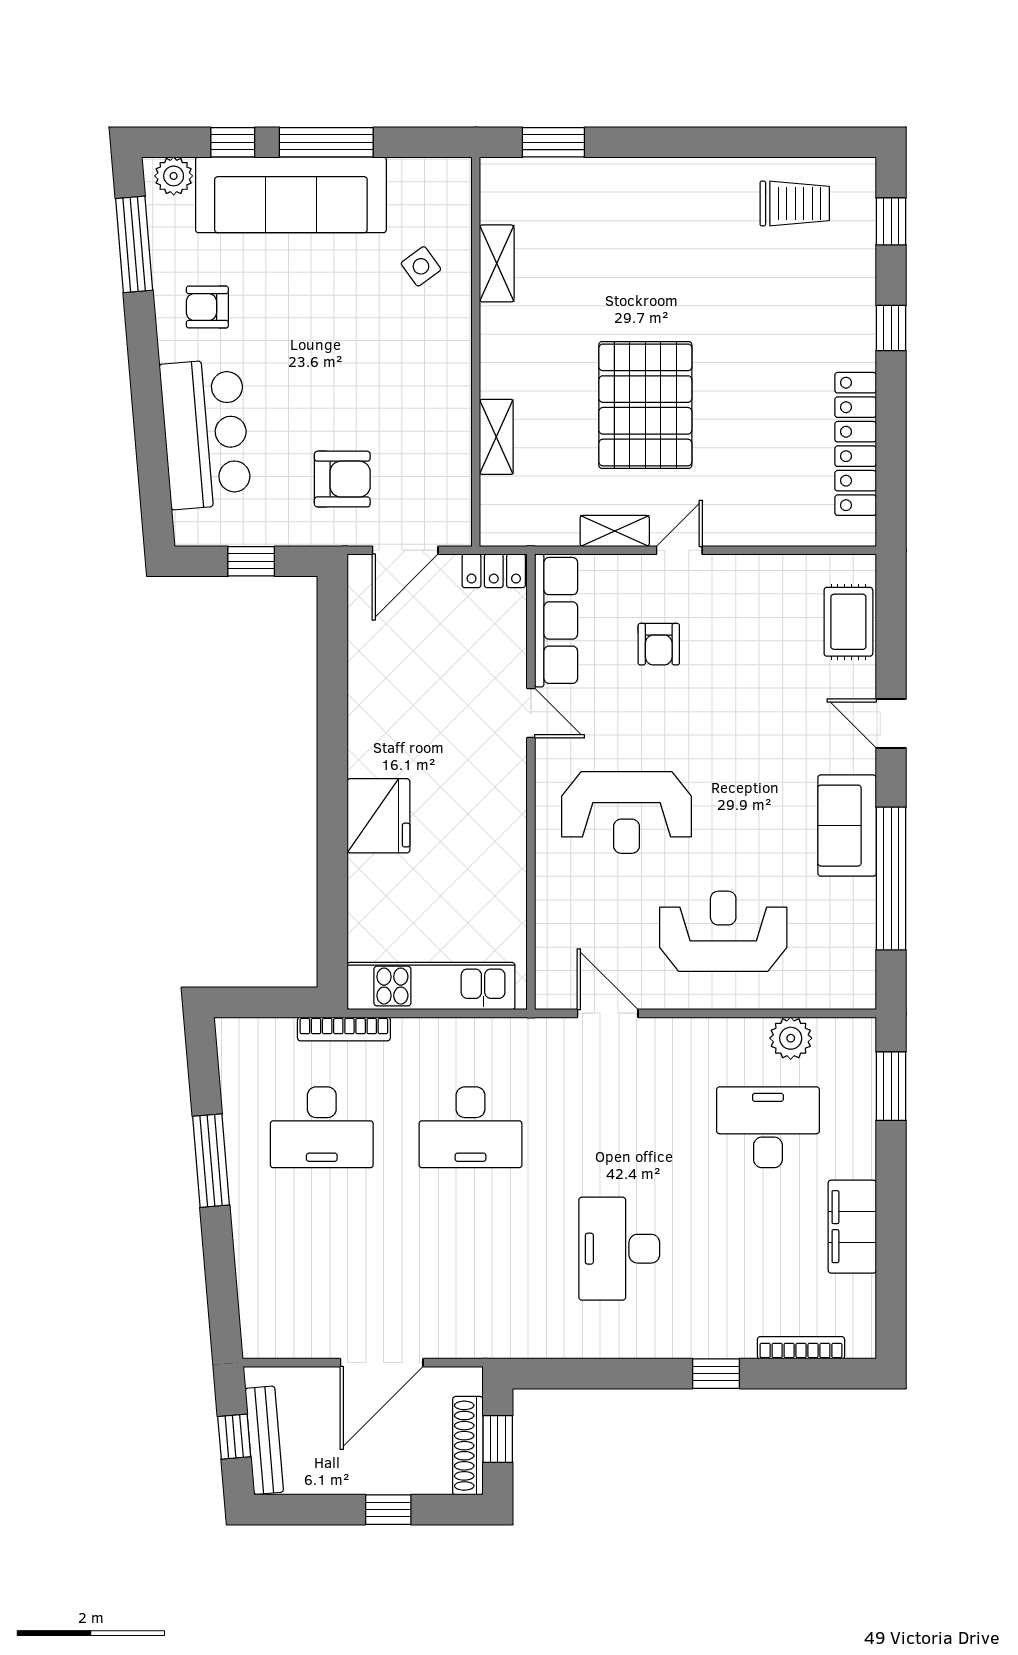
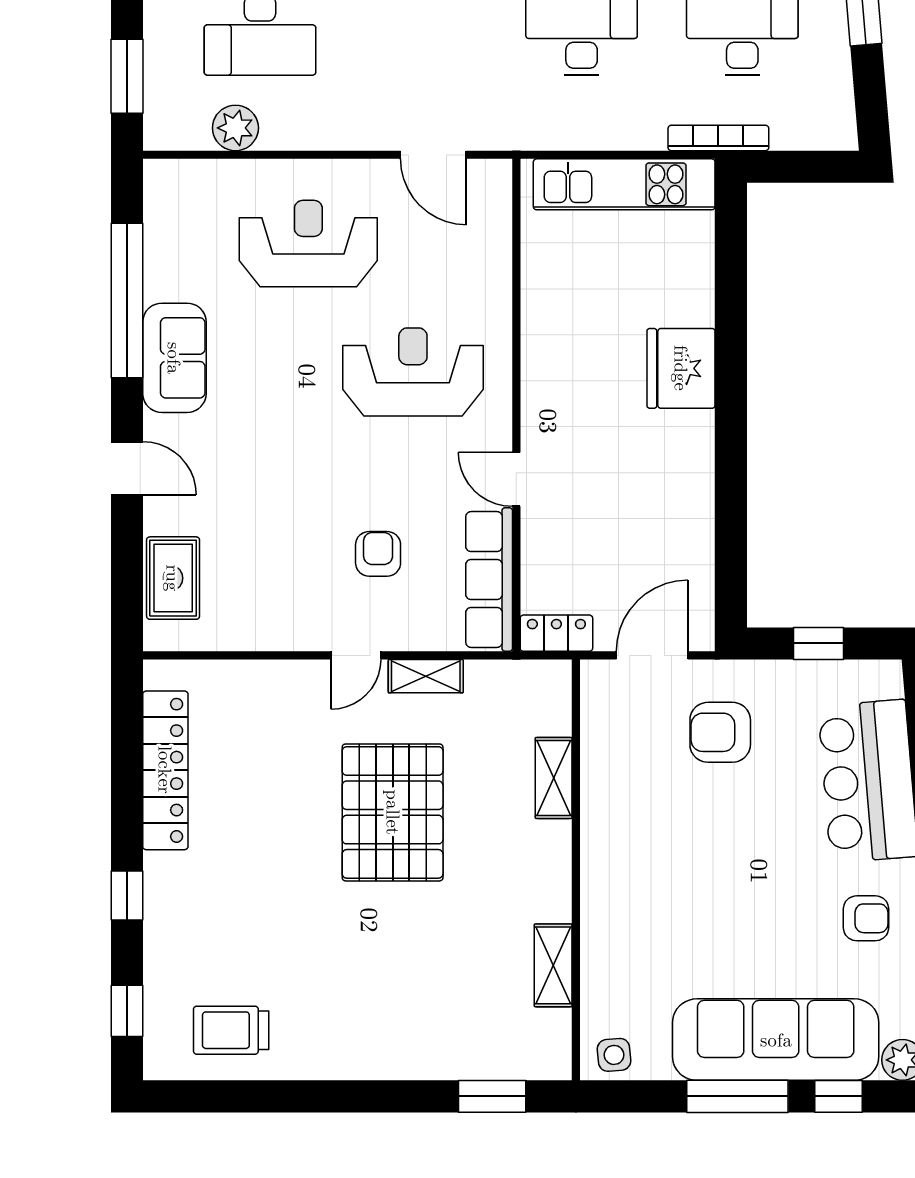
side table: (421, 266) -> (614, 1055), moved, turned 31
reception desk: (723, 931) -> (308, 244), turned 180

